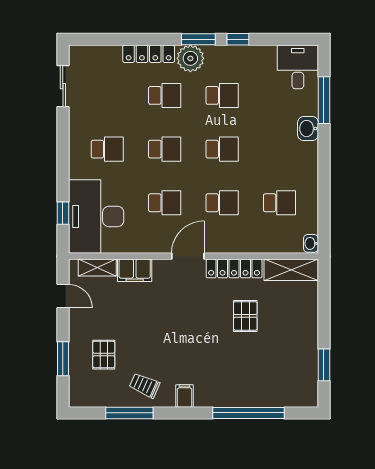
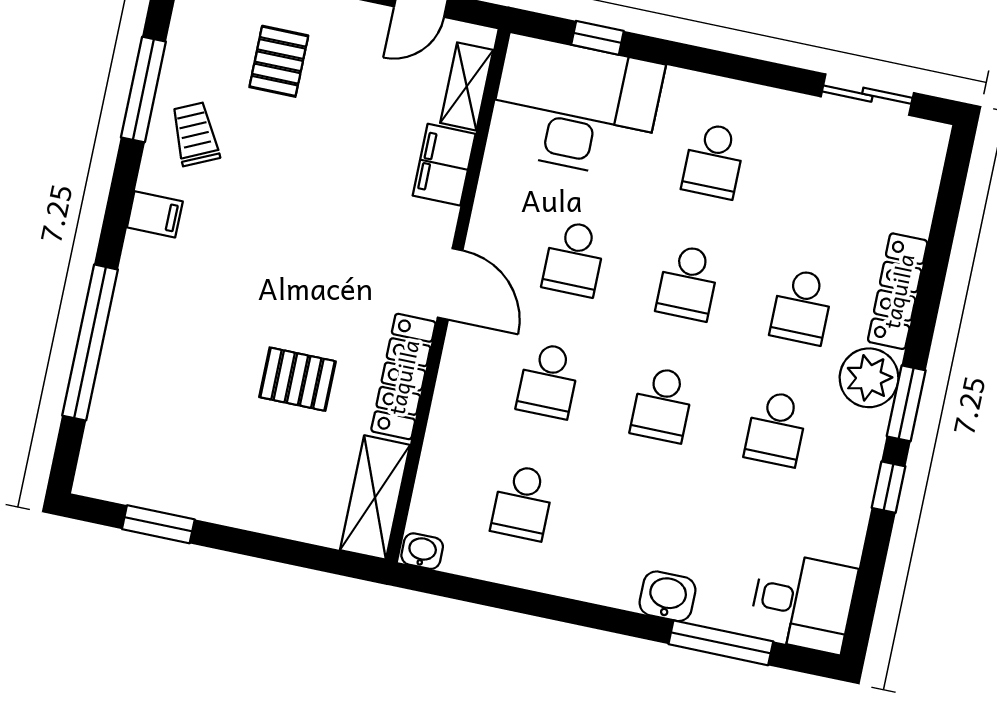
pallet: (104, 355) -> (279, 61), turned 90
trolley: (144, 385) -> (195, 134), turned -49

